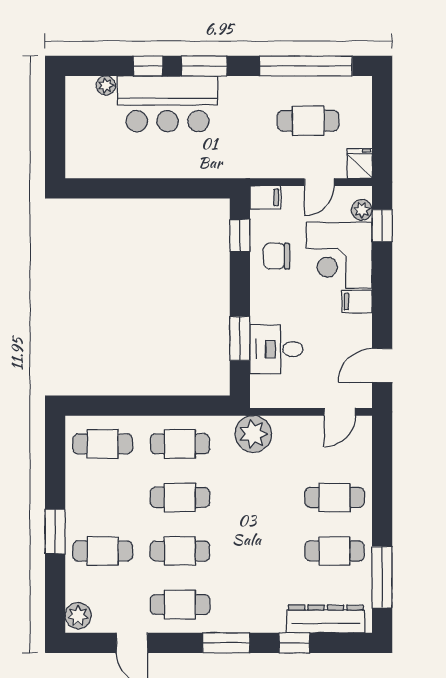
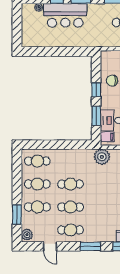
filing cabinet: (265, 197) -> (107, 137), moved
window: (240, 236) -> (96, 90), moved
cafe table: (180, 444) -> (37, 184), moved
window: (55, 531) -> (17, 215), moved

